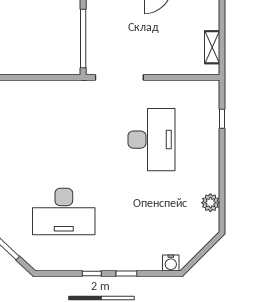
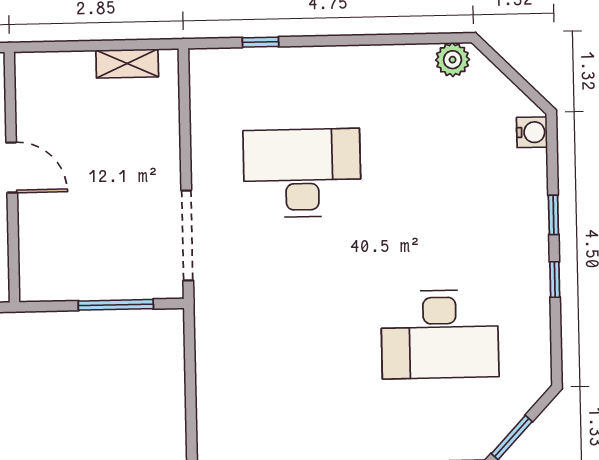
window: (83, 38) -> (116, 305), width x0.68
plant: (210, 203) -> (453, 60), moved
desk: (64, 211) -> (440, 334), turned 90

